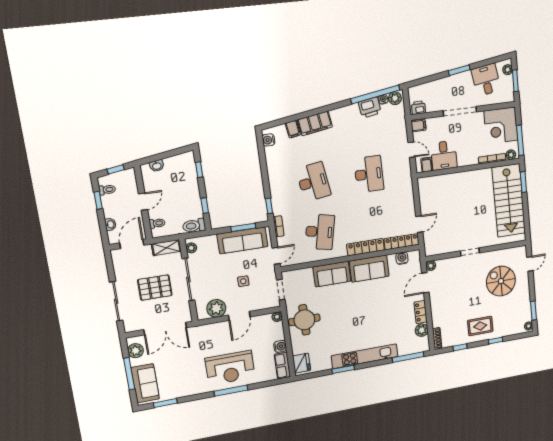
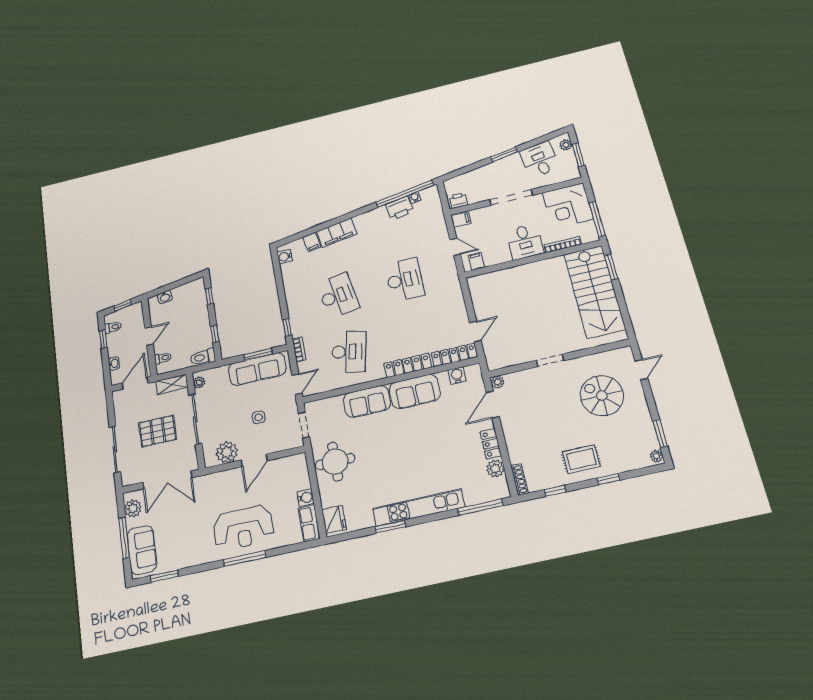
plant: (395, 98) -> (429, 194), removed
desk: (444, 155) -> (525, 242), moved
plant: (511, 155) -> (588, 237), removed
plant: (277, 317) -> (300, 459), removed

